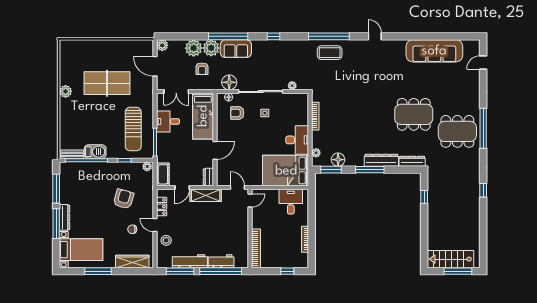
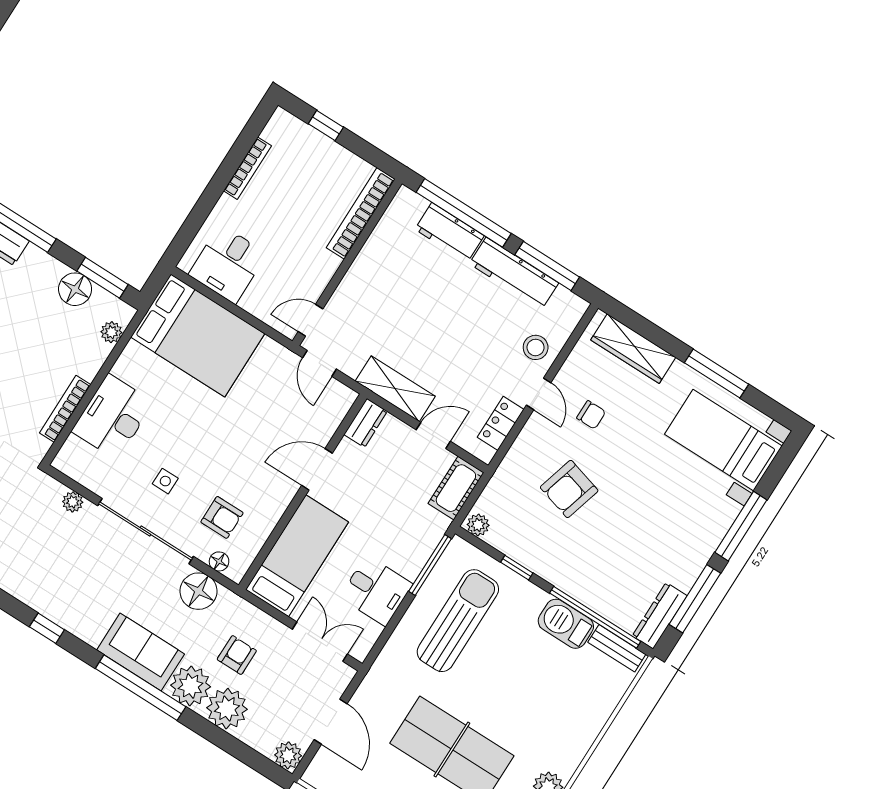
desk: (297, 140) -> (113, 417), moved
dresser: (65, 217) -> (660, 616), moved

